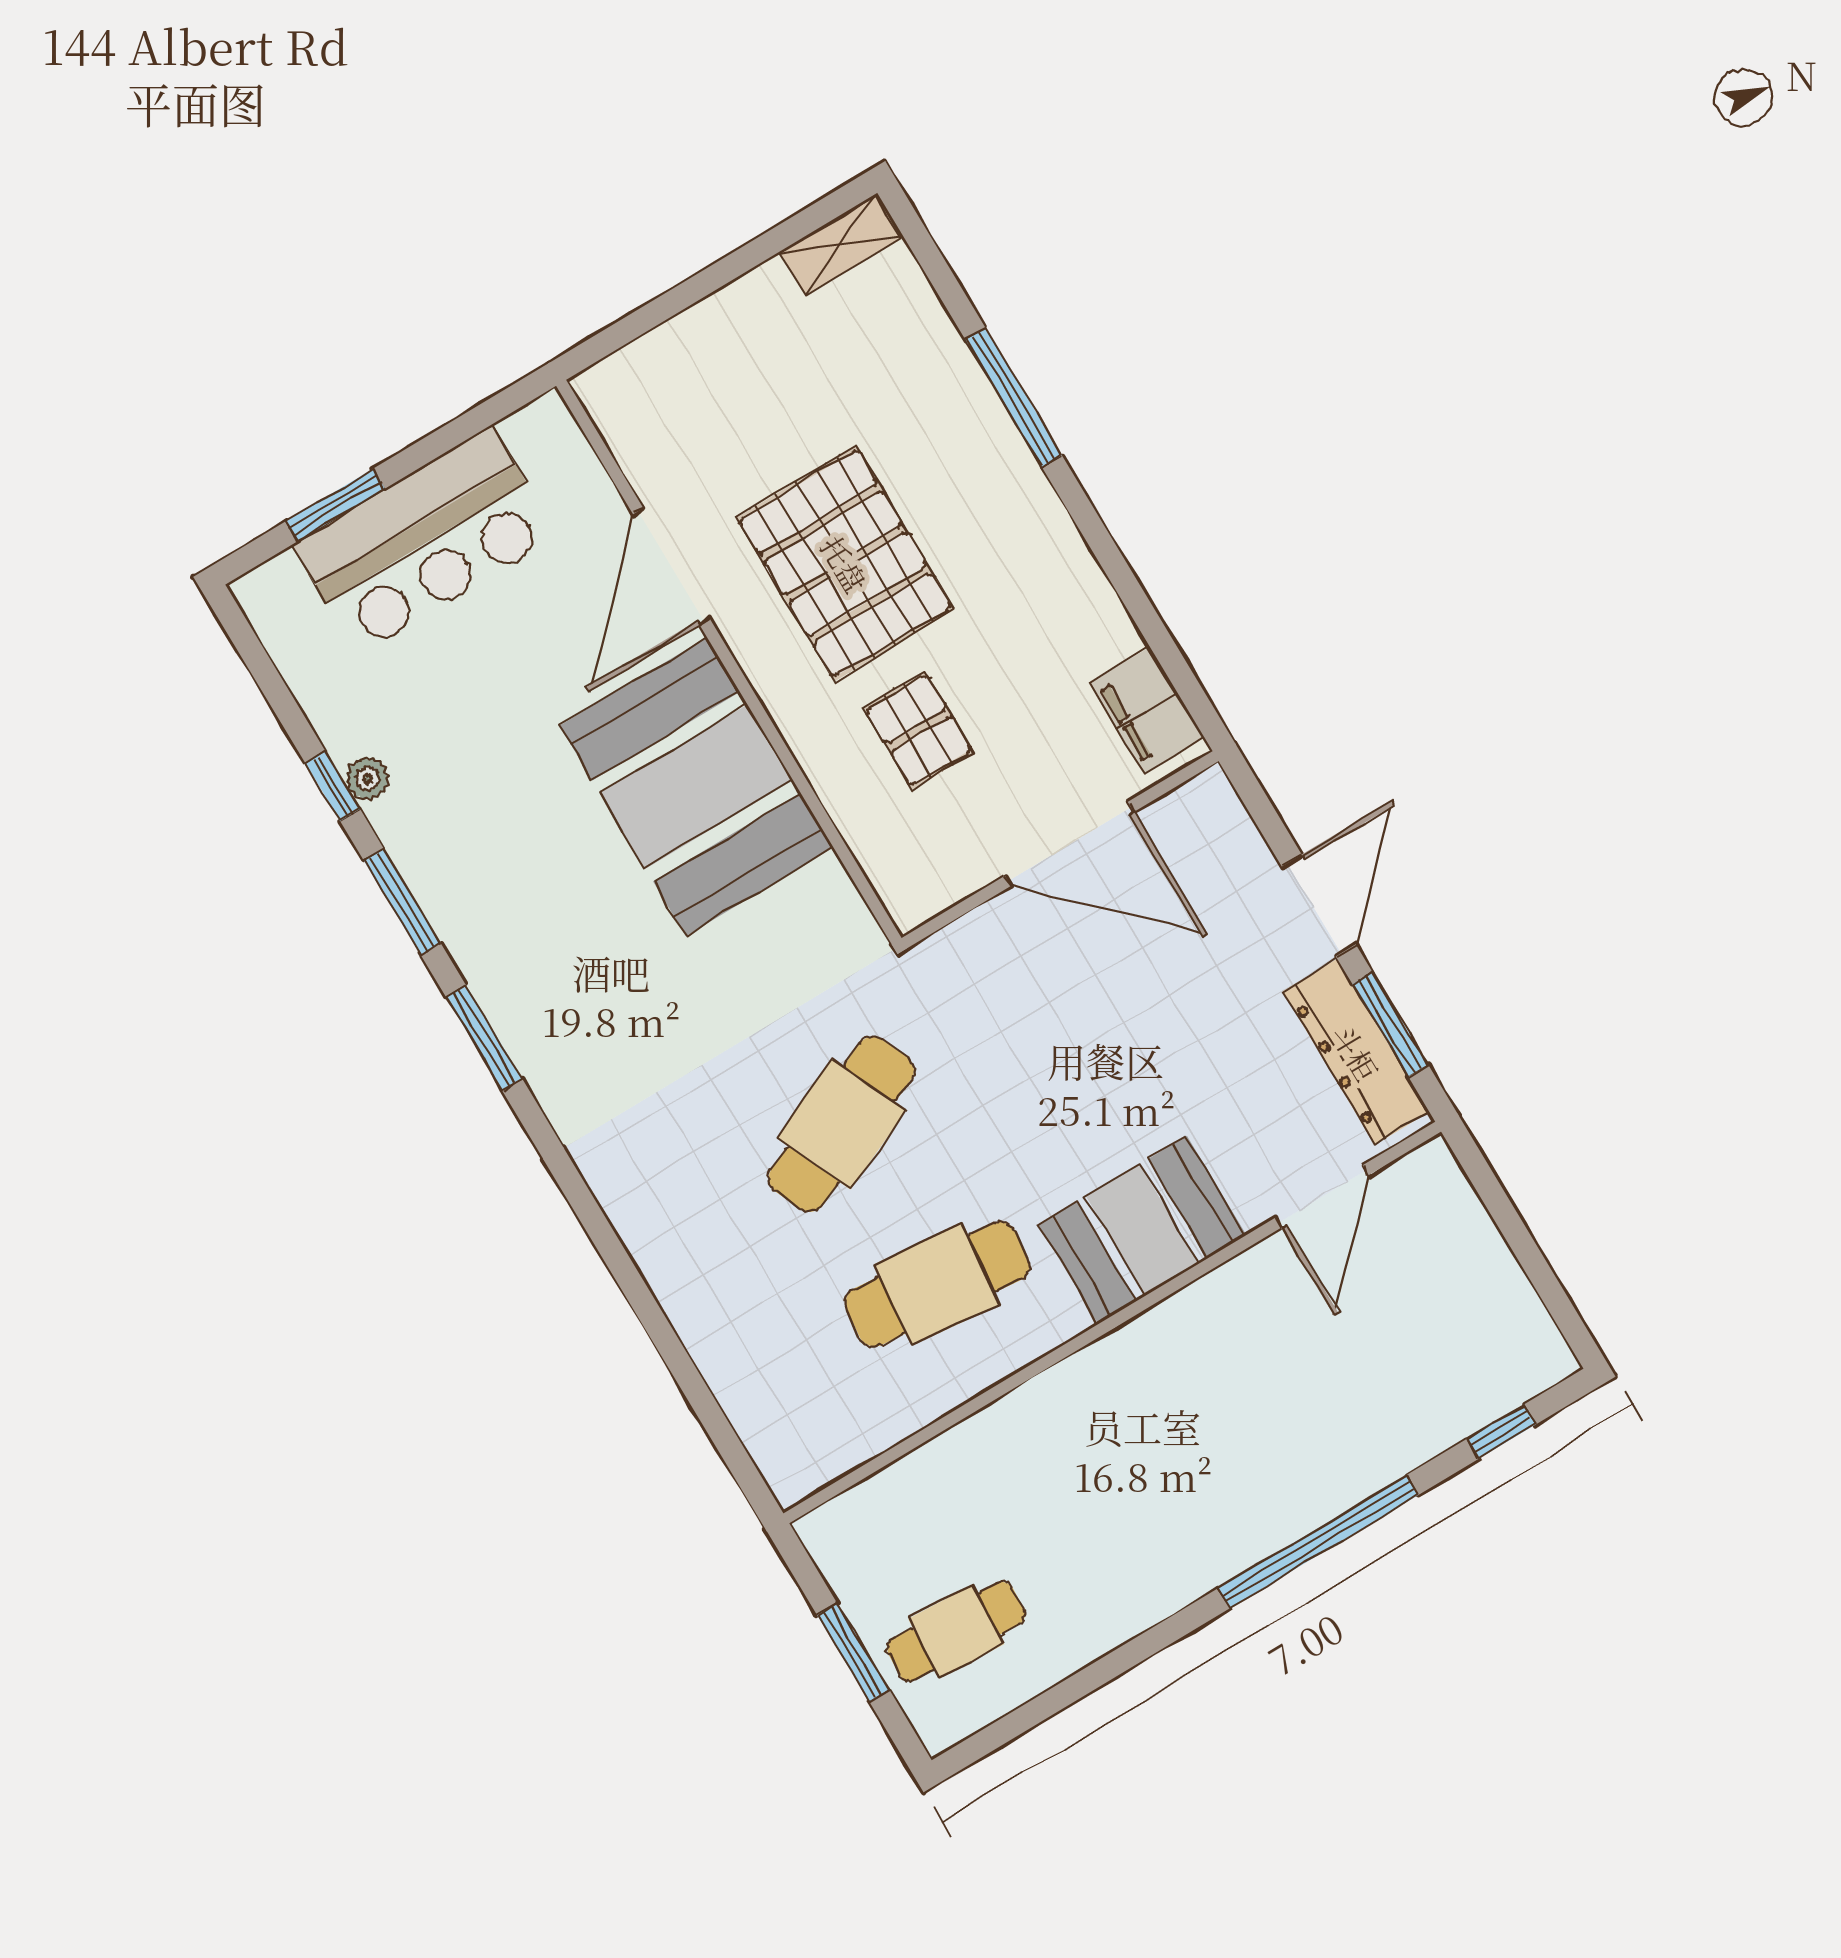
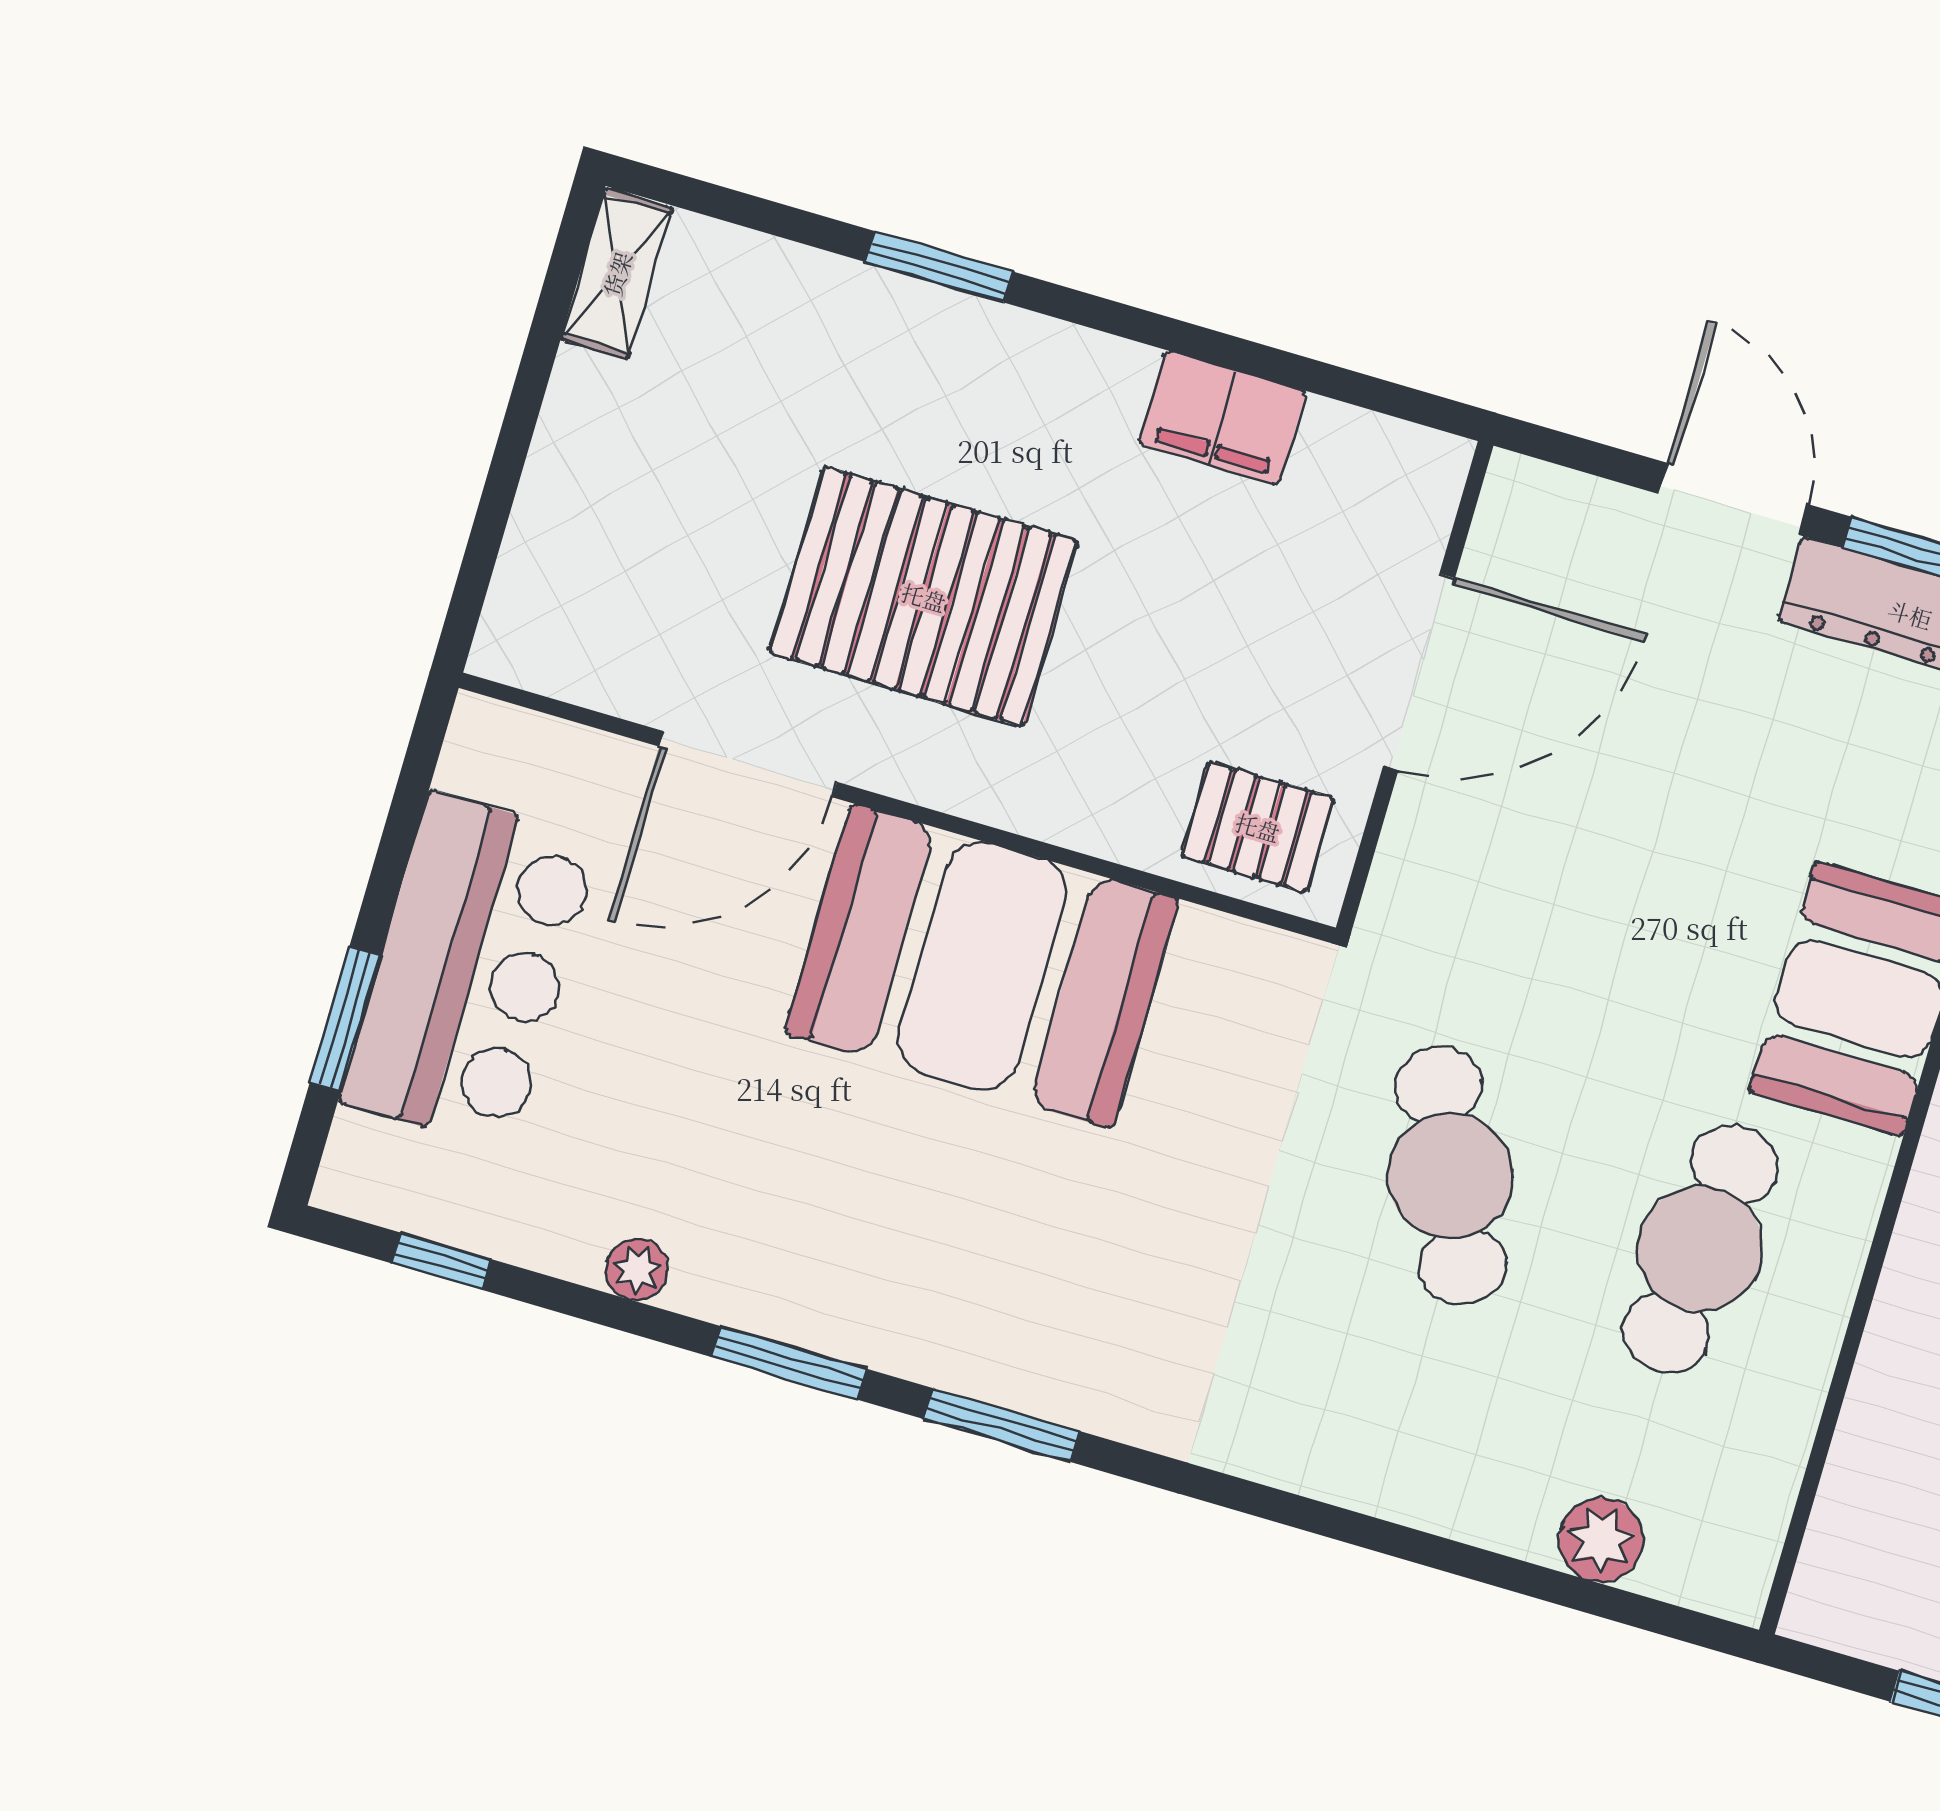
window: (1014, 397) -> (939, 267), width x0.69
door: (671, 567) -> (748, 764), hinge flipped
filing cabinet: (1147, 710) -> (1222, 417), moved
pallet: (919, 730) -> (1258, 827), moved
window: (333, 786) -> (441, 1261), moved
plant: (744, 1389) -> (1601, 1540), added

